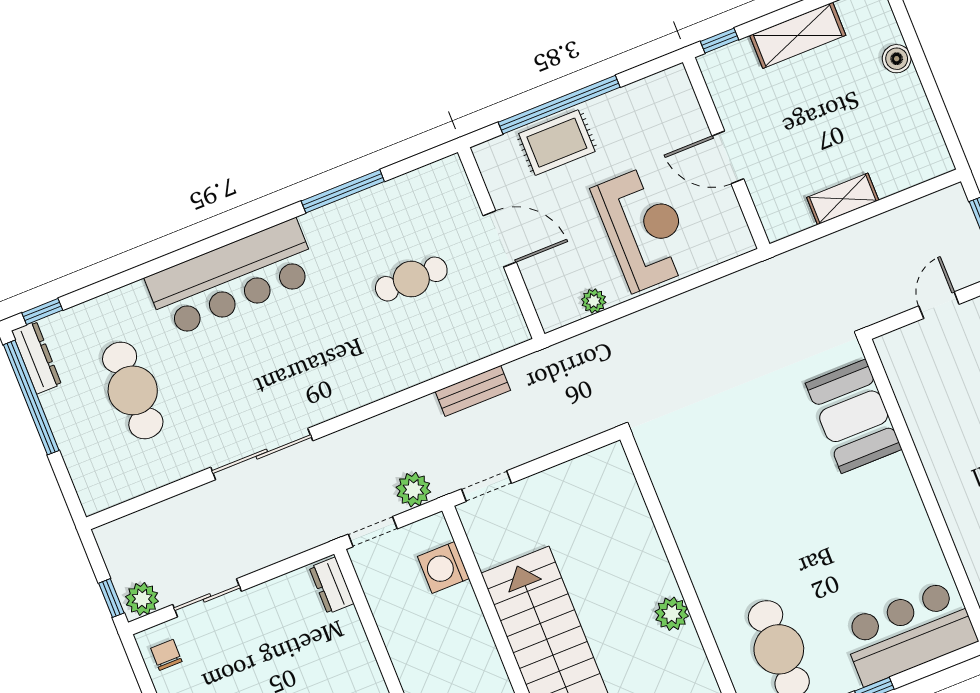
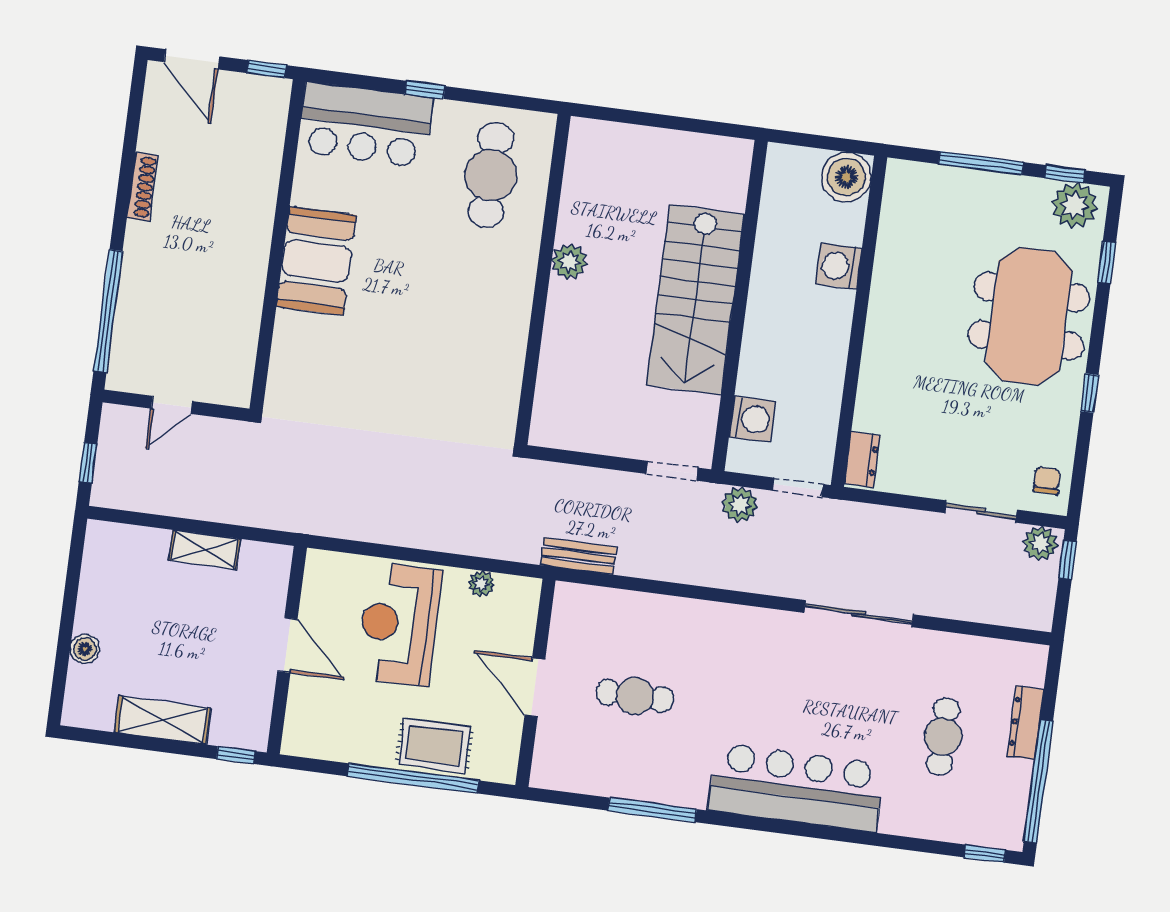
dresser: (36, 358) -> (1025, 723), moved
cafe table: (133, 390) -> (943, 736), width x0.73, depth x0.74
bench: (473, 391) -> (579, 556), moved
booth: (854, 416) -> (316, 261), moved
chair: (166, 655) -> (1047, 481), turned 180

